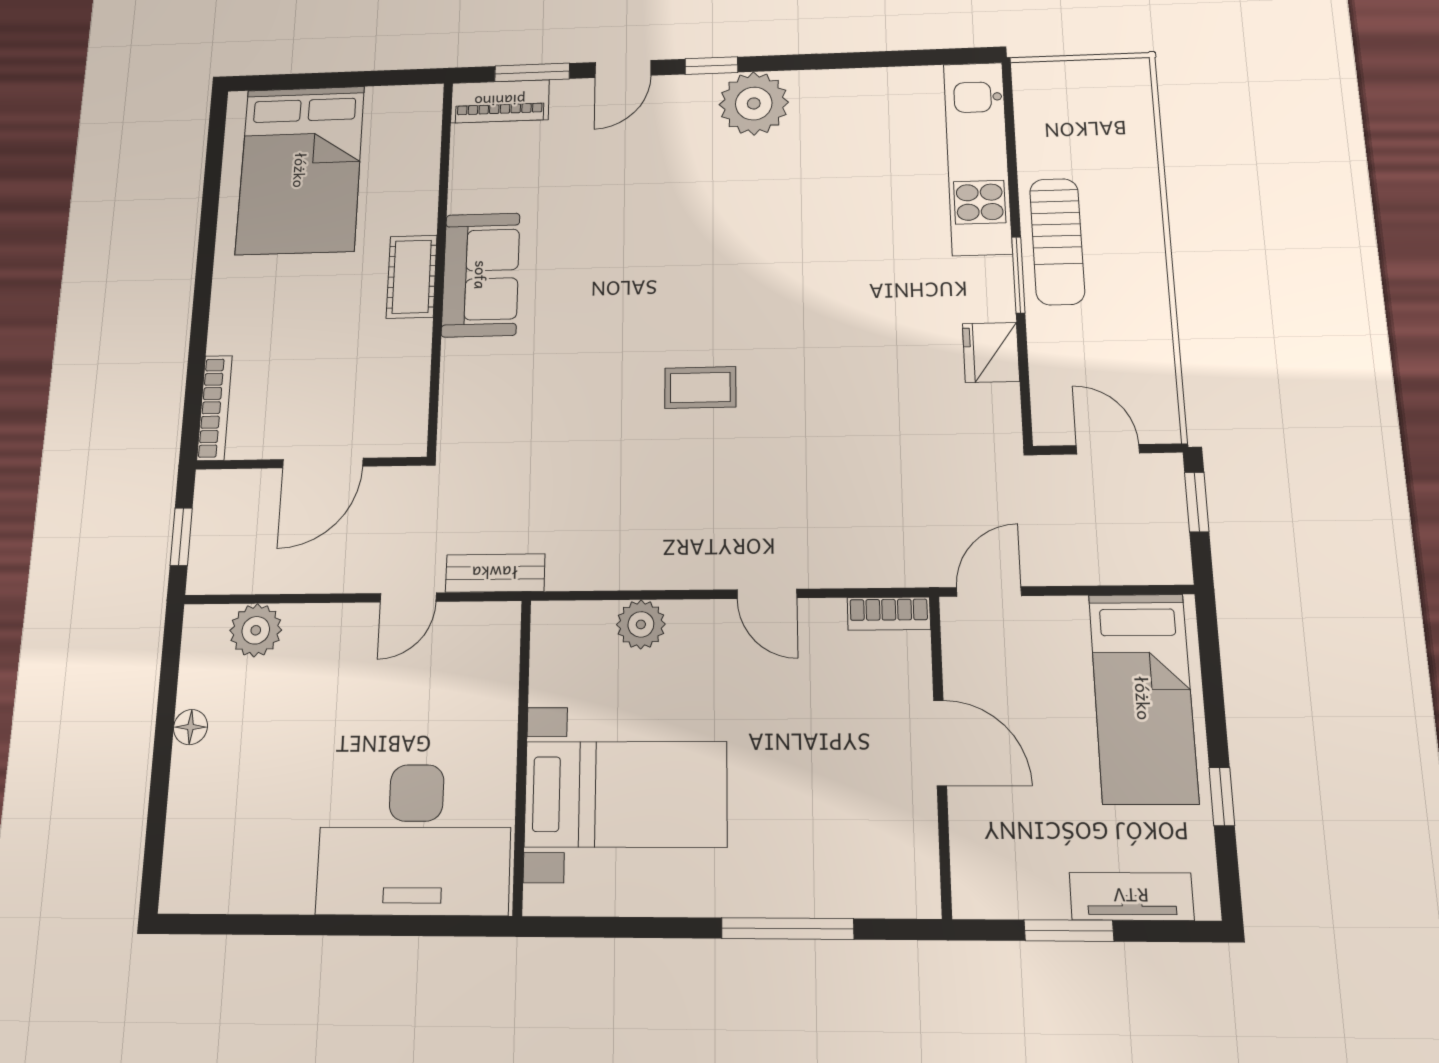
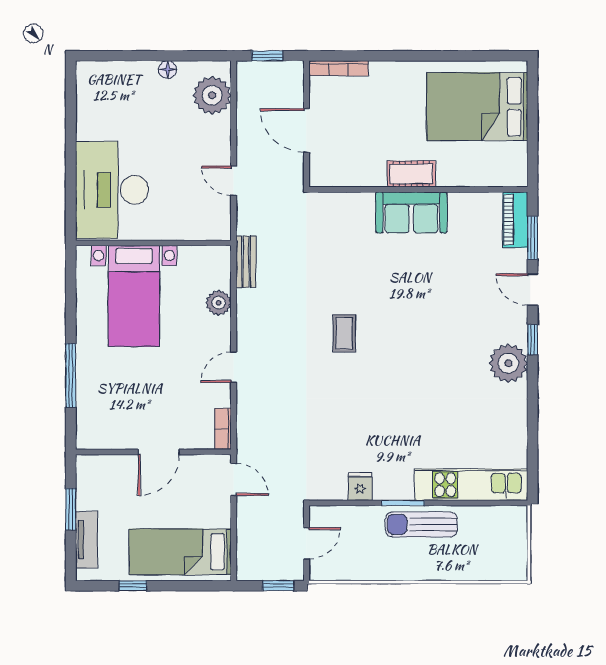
fridge: (991, 352) -> (360, 487), width x0.72
bench: (495, 573) -> (246, 262), moved
plant: (256, 630) -> (212, 95), width x1.36, depth x1.36

